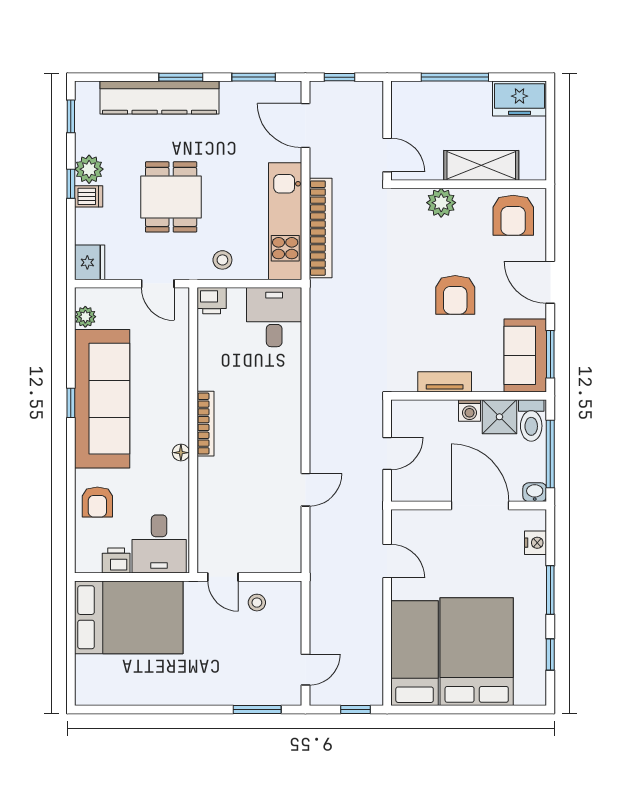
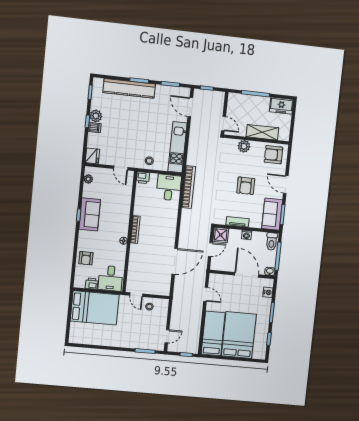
dining table: (171, 197) -> (130, 132), removed
armchair: (513, 215) -> (273, 155), turned 90
bookcase: (321, 228) -> (189, 187), moved
sofa: (102, 399) -> (90, 214), width x0.54, depth x0.79
shower: (499, 417) -> (221, 235), moved
door: (305, 490) -> (175, 261), width x1.88

